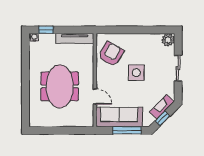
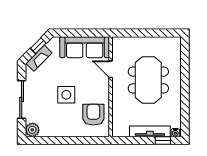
tv unit: (75, 38) -> (150, 131), moved
armchair: (111, 54) -> (93, 115), turned 150
sliding door: (178, 68) -> (22, 99), width x1.37
window: (127, 130) -> (76, 33), removed

